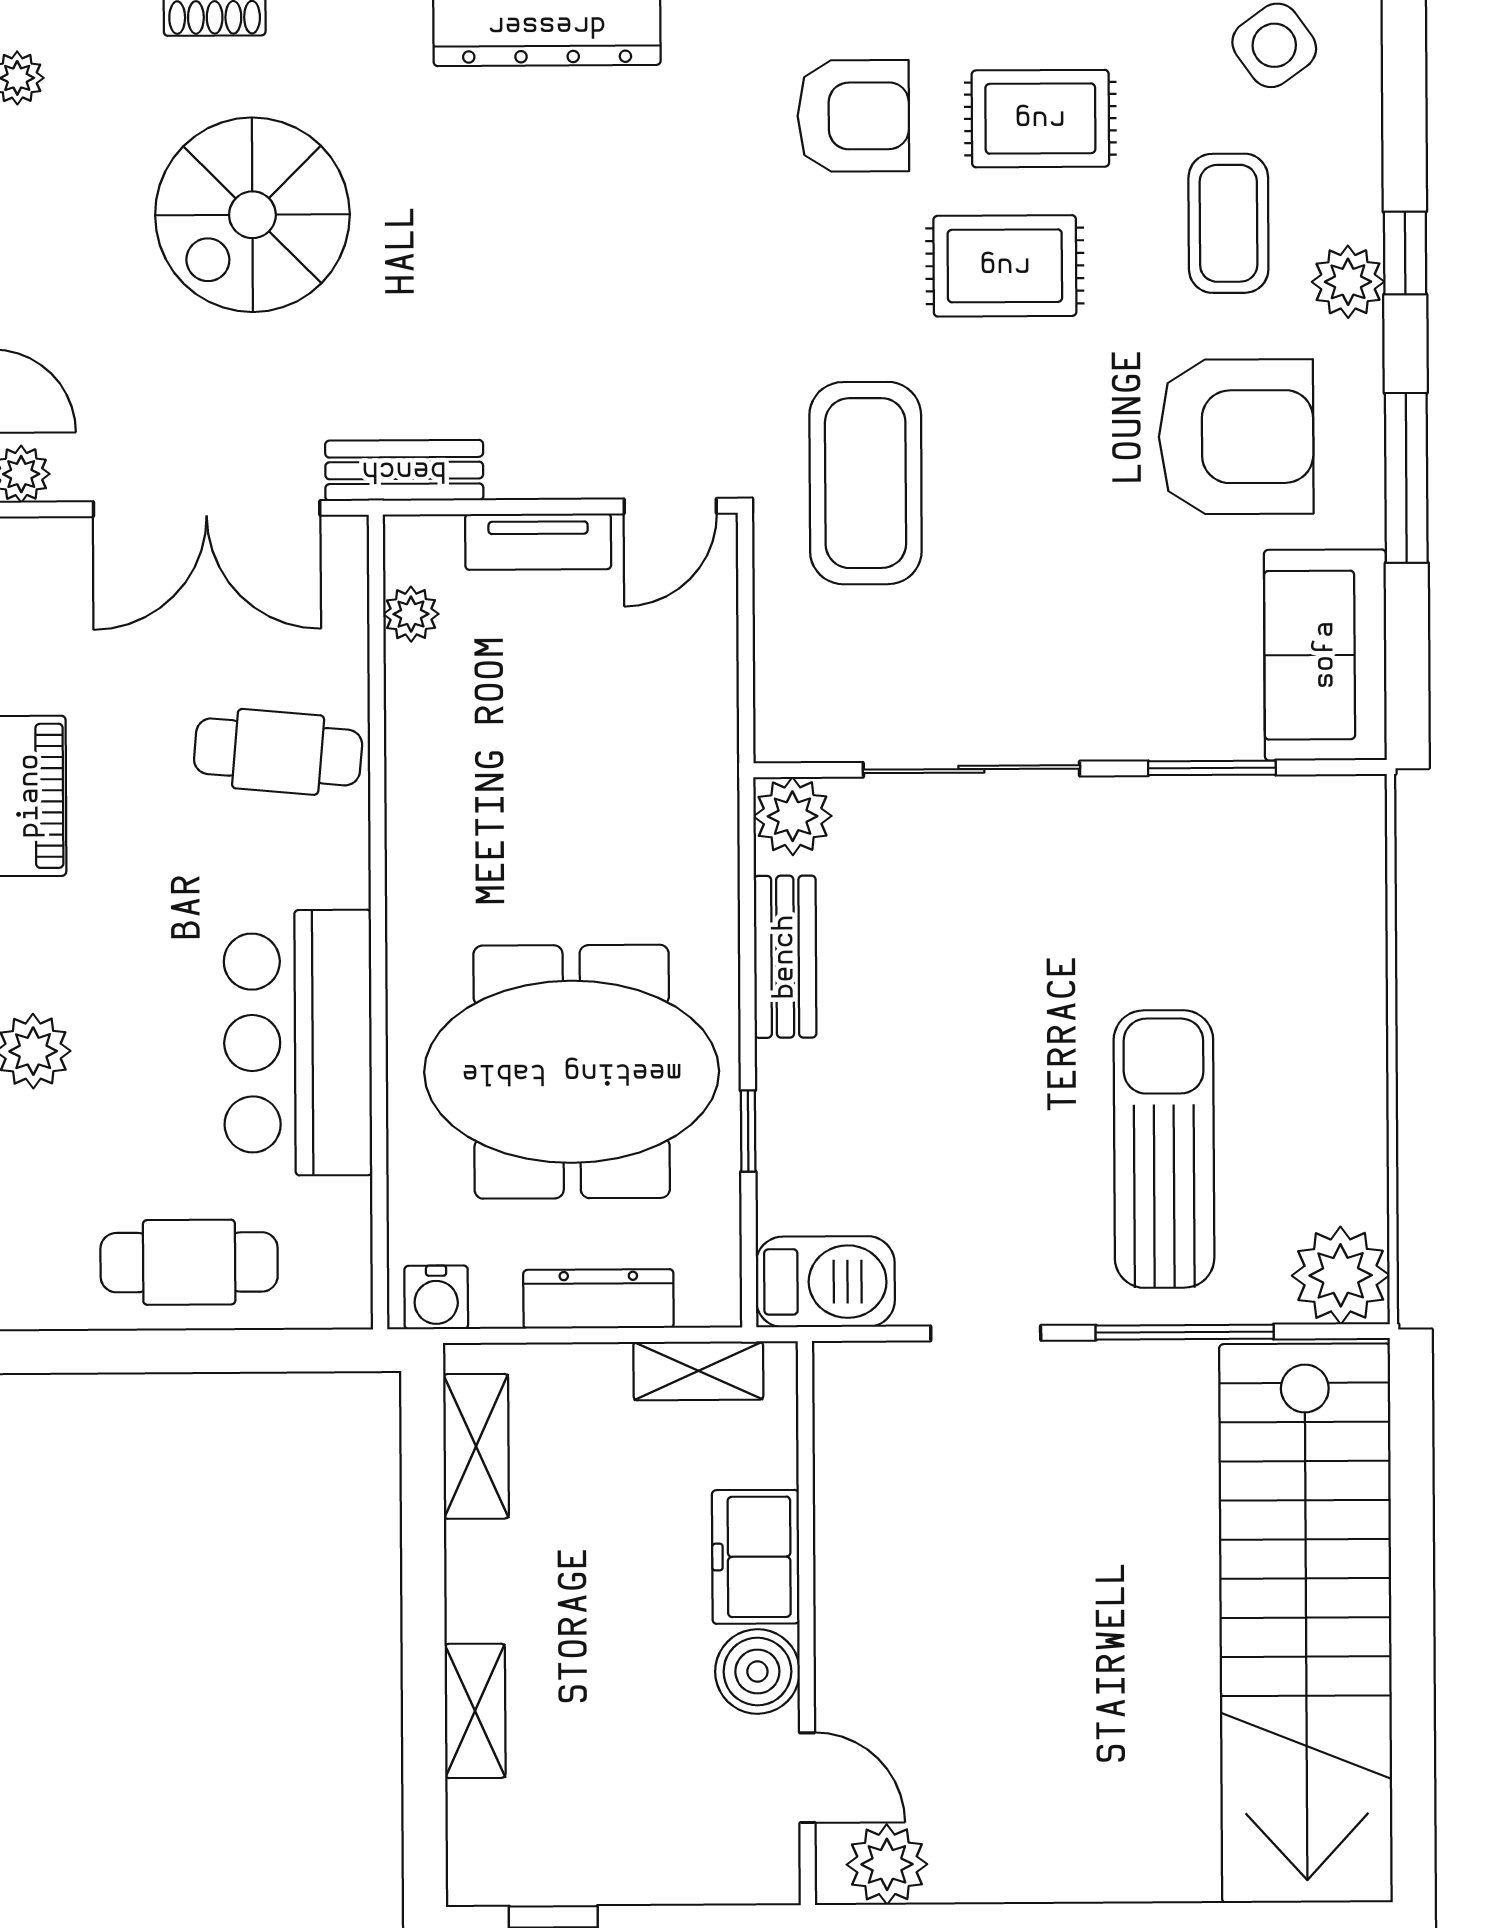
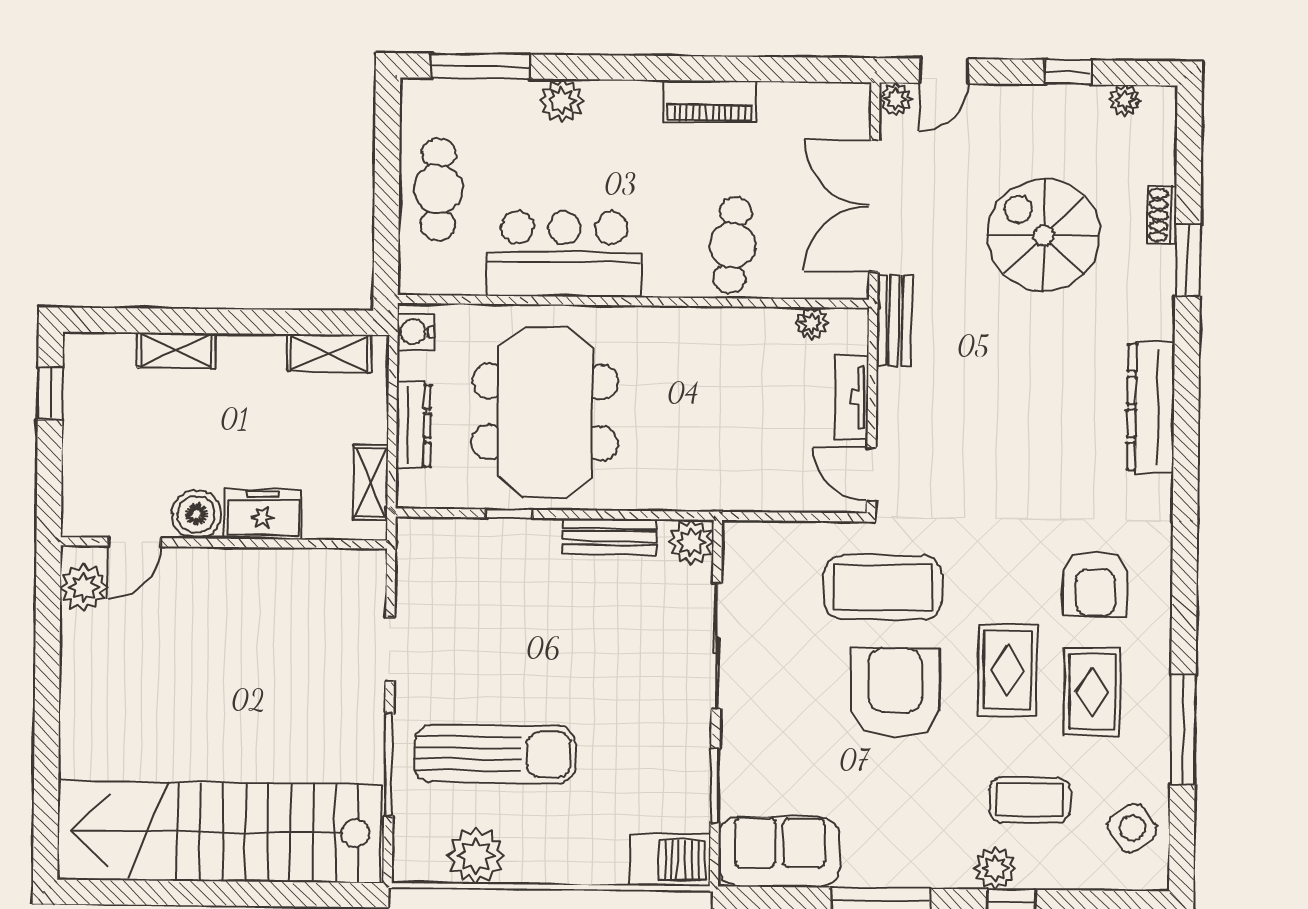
armchair: (1236, 437) -> (895, 693), moved, turned 180
plant: (1341, 1275) -> (476, 856), moved
barbecue: (825, 1282) -> (670, 860), moved, turned -90

